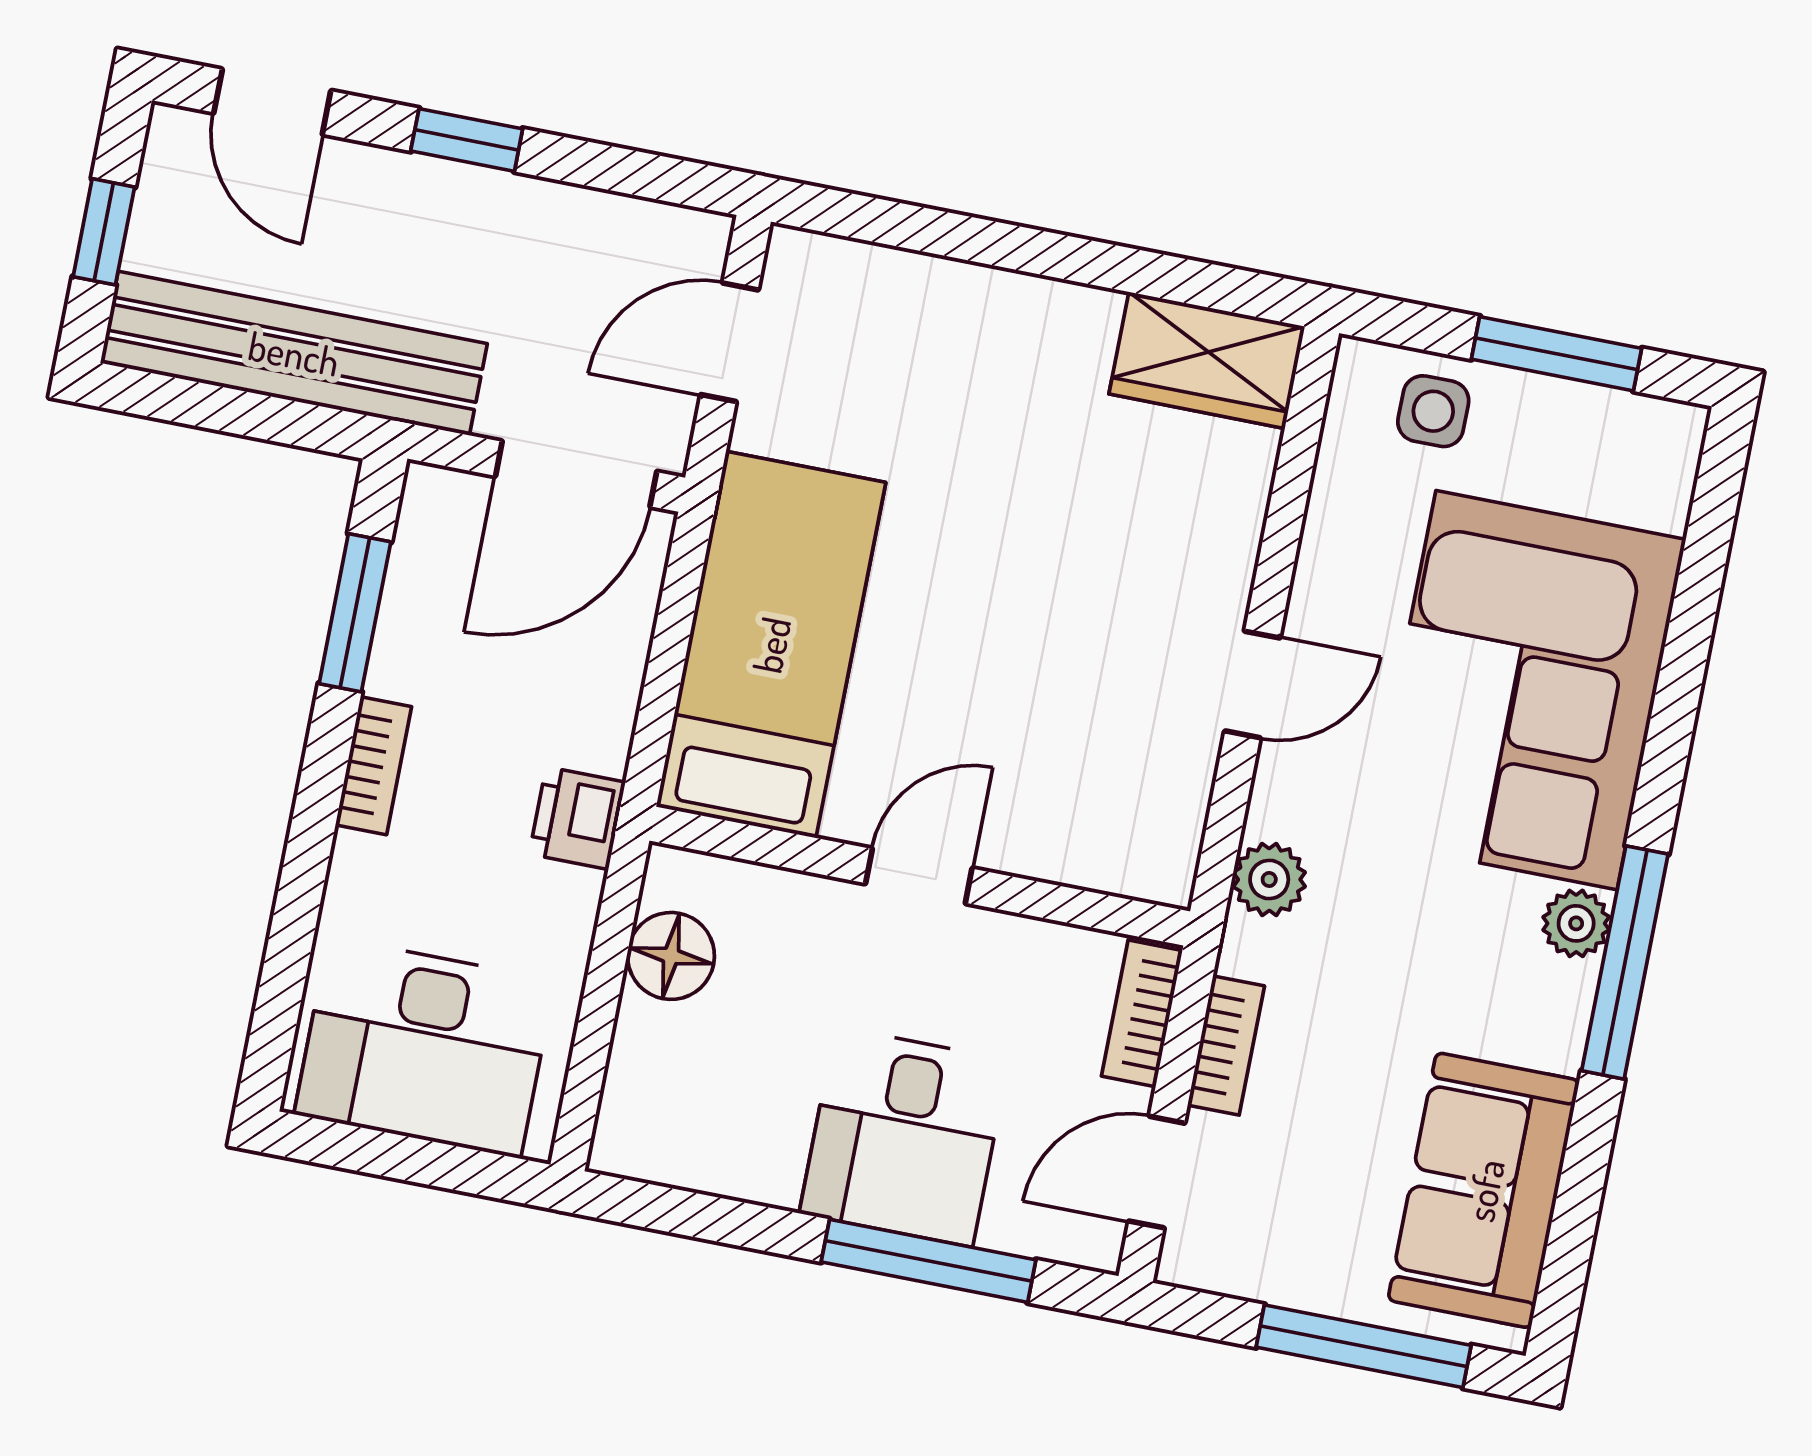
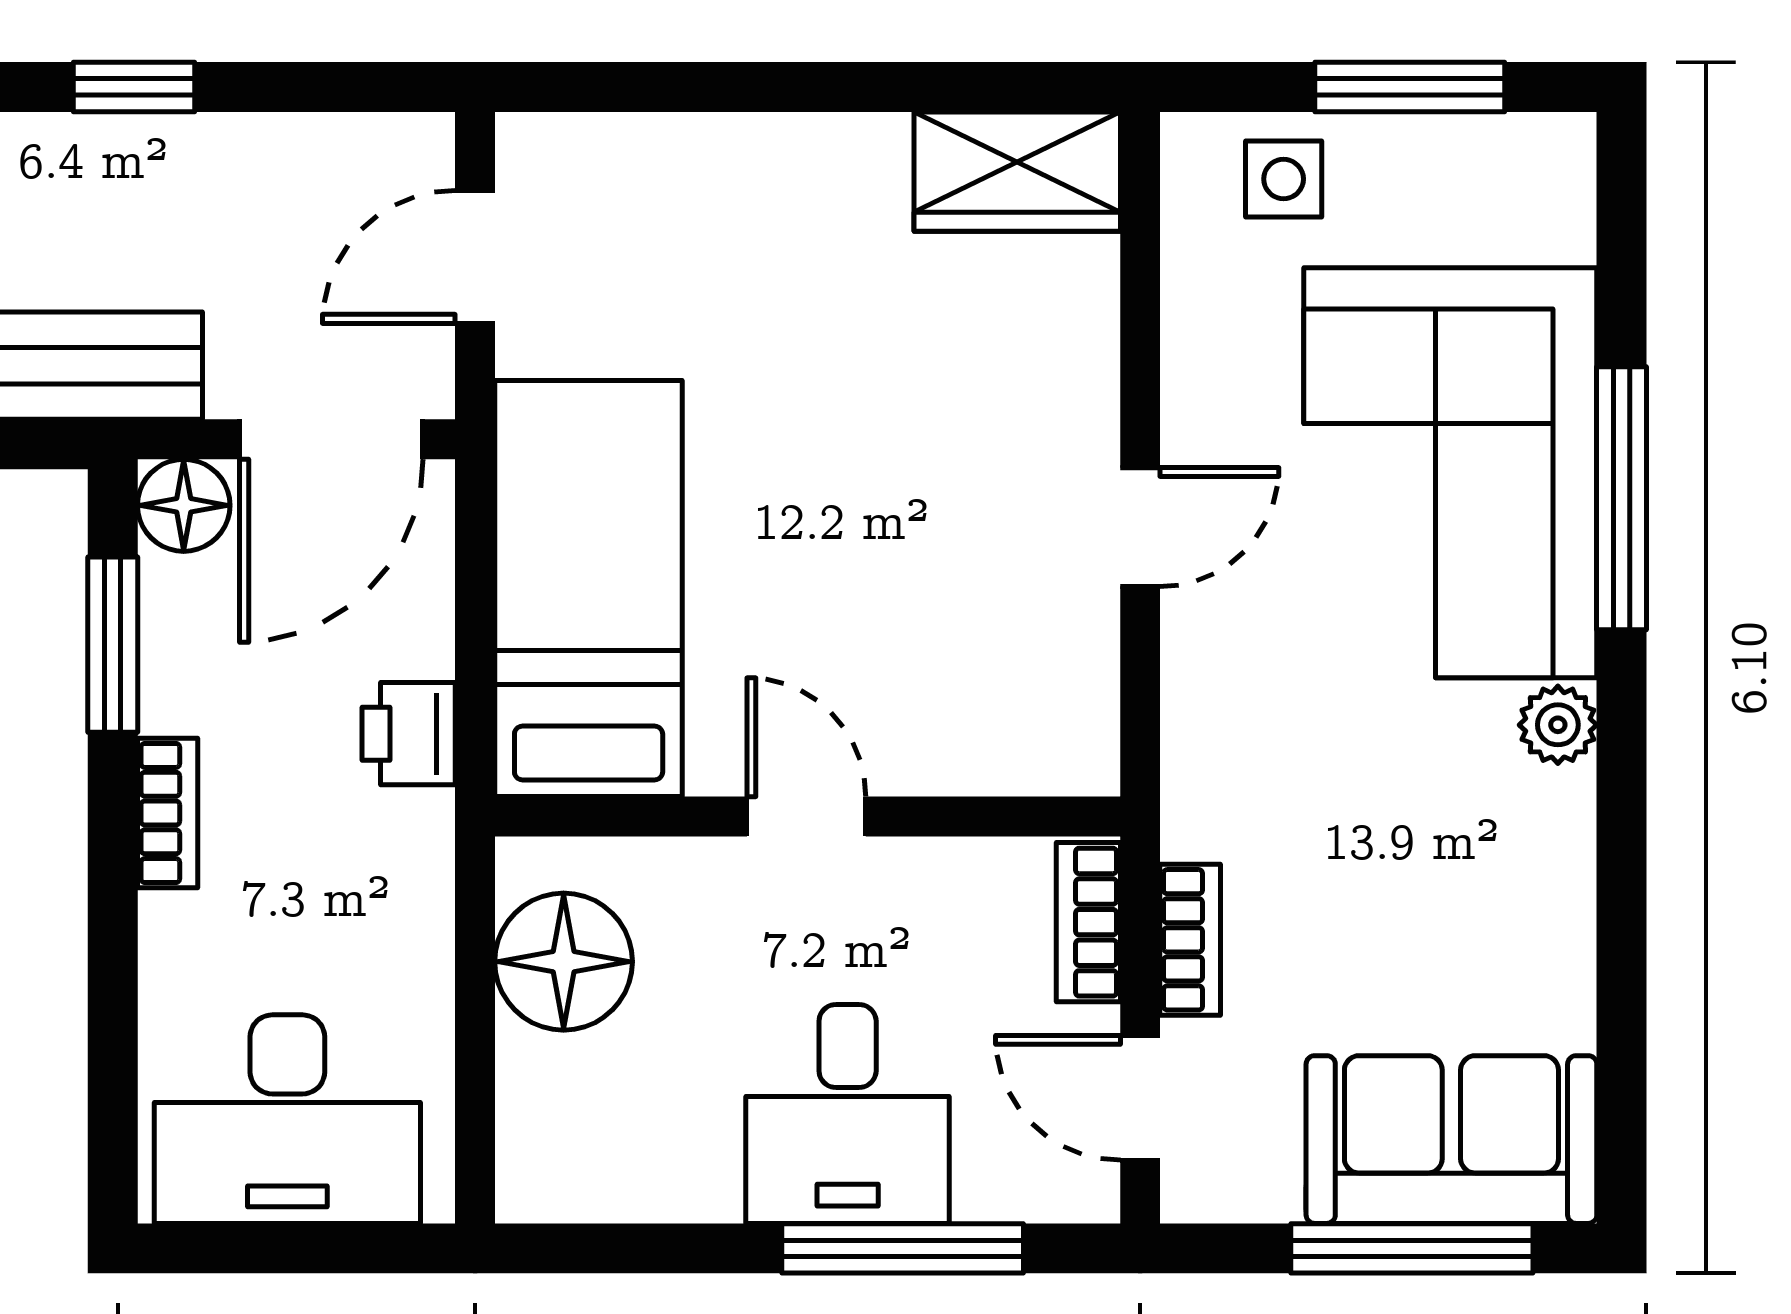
floor lamp: (439, 506) -> (184, 505), added
printer: (577, 818) -> (409, 734), moved
door: (919, 876) -> (806, 817), hinge flipped
plant: (1269, 879) -> (1202, 743), removed
floor lamp: (671, 956) -> (564, 962), width x1.38, depth x1.38
window: (1625, 962) -> (1622, 498), moved
door: (1157, 1172) -> (1140, 1098), hinge flipped
sofa: (1484, 1190) -> (1451, 1140), moved, turned 90

